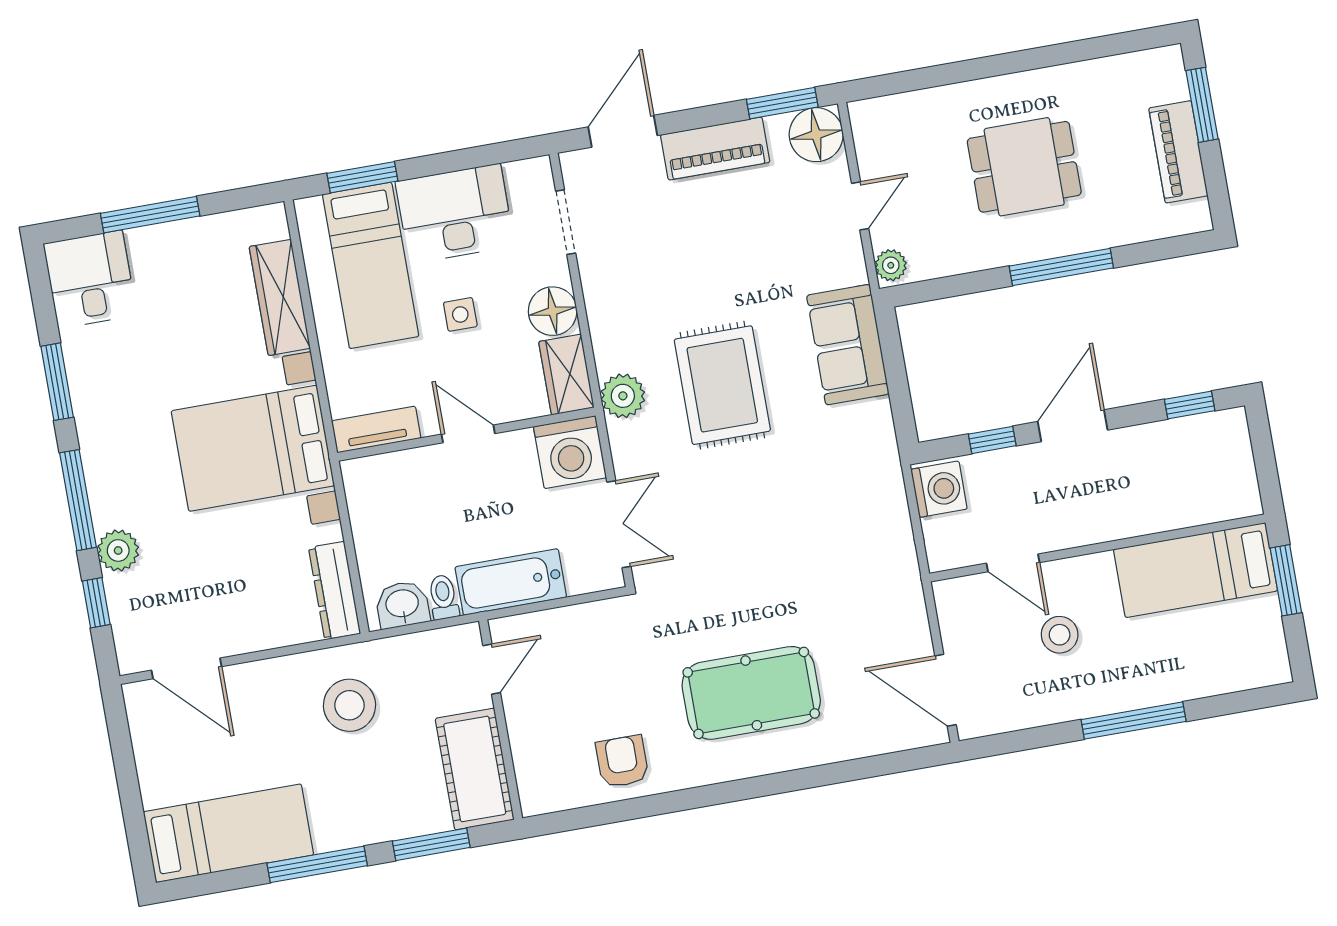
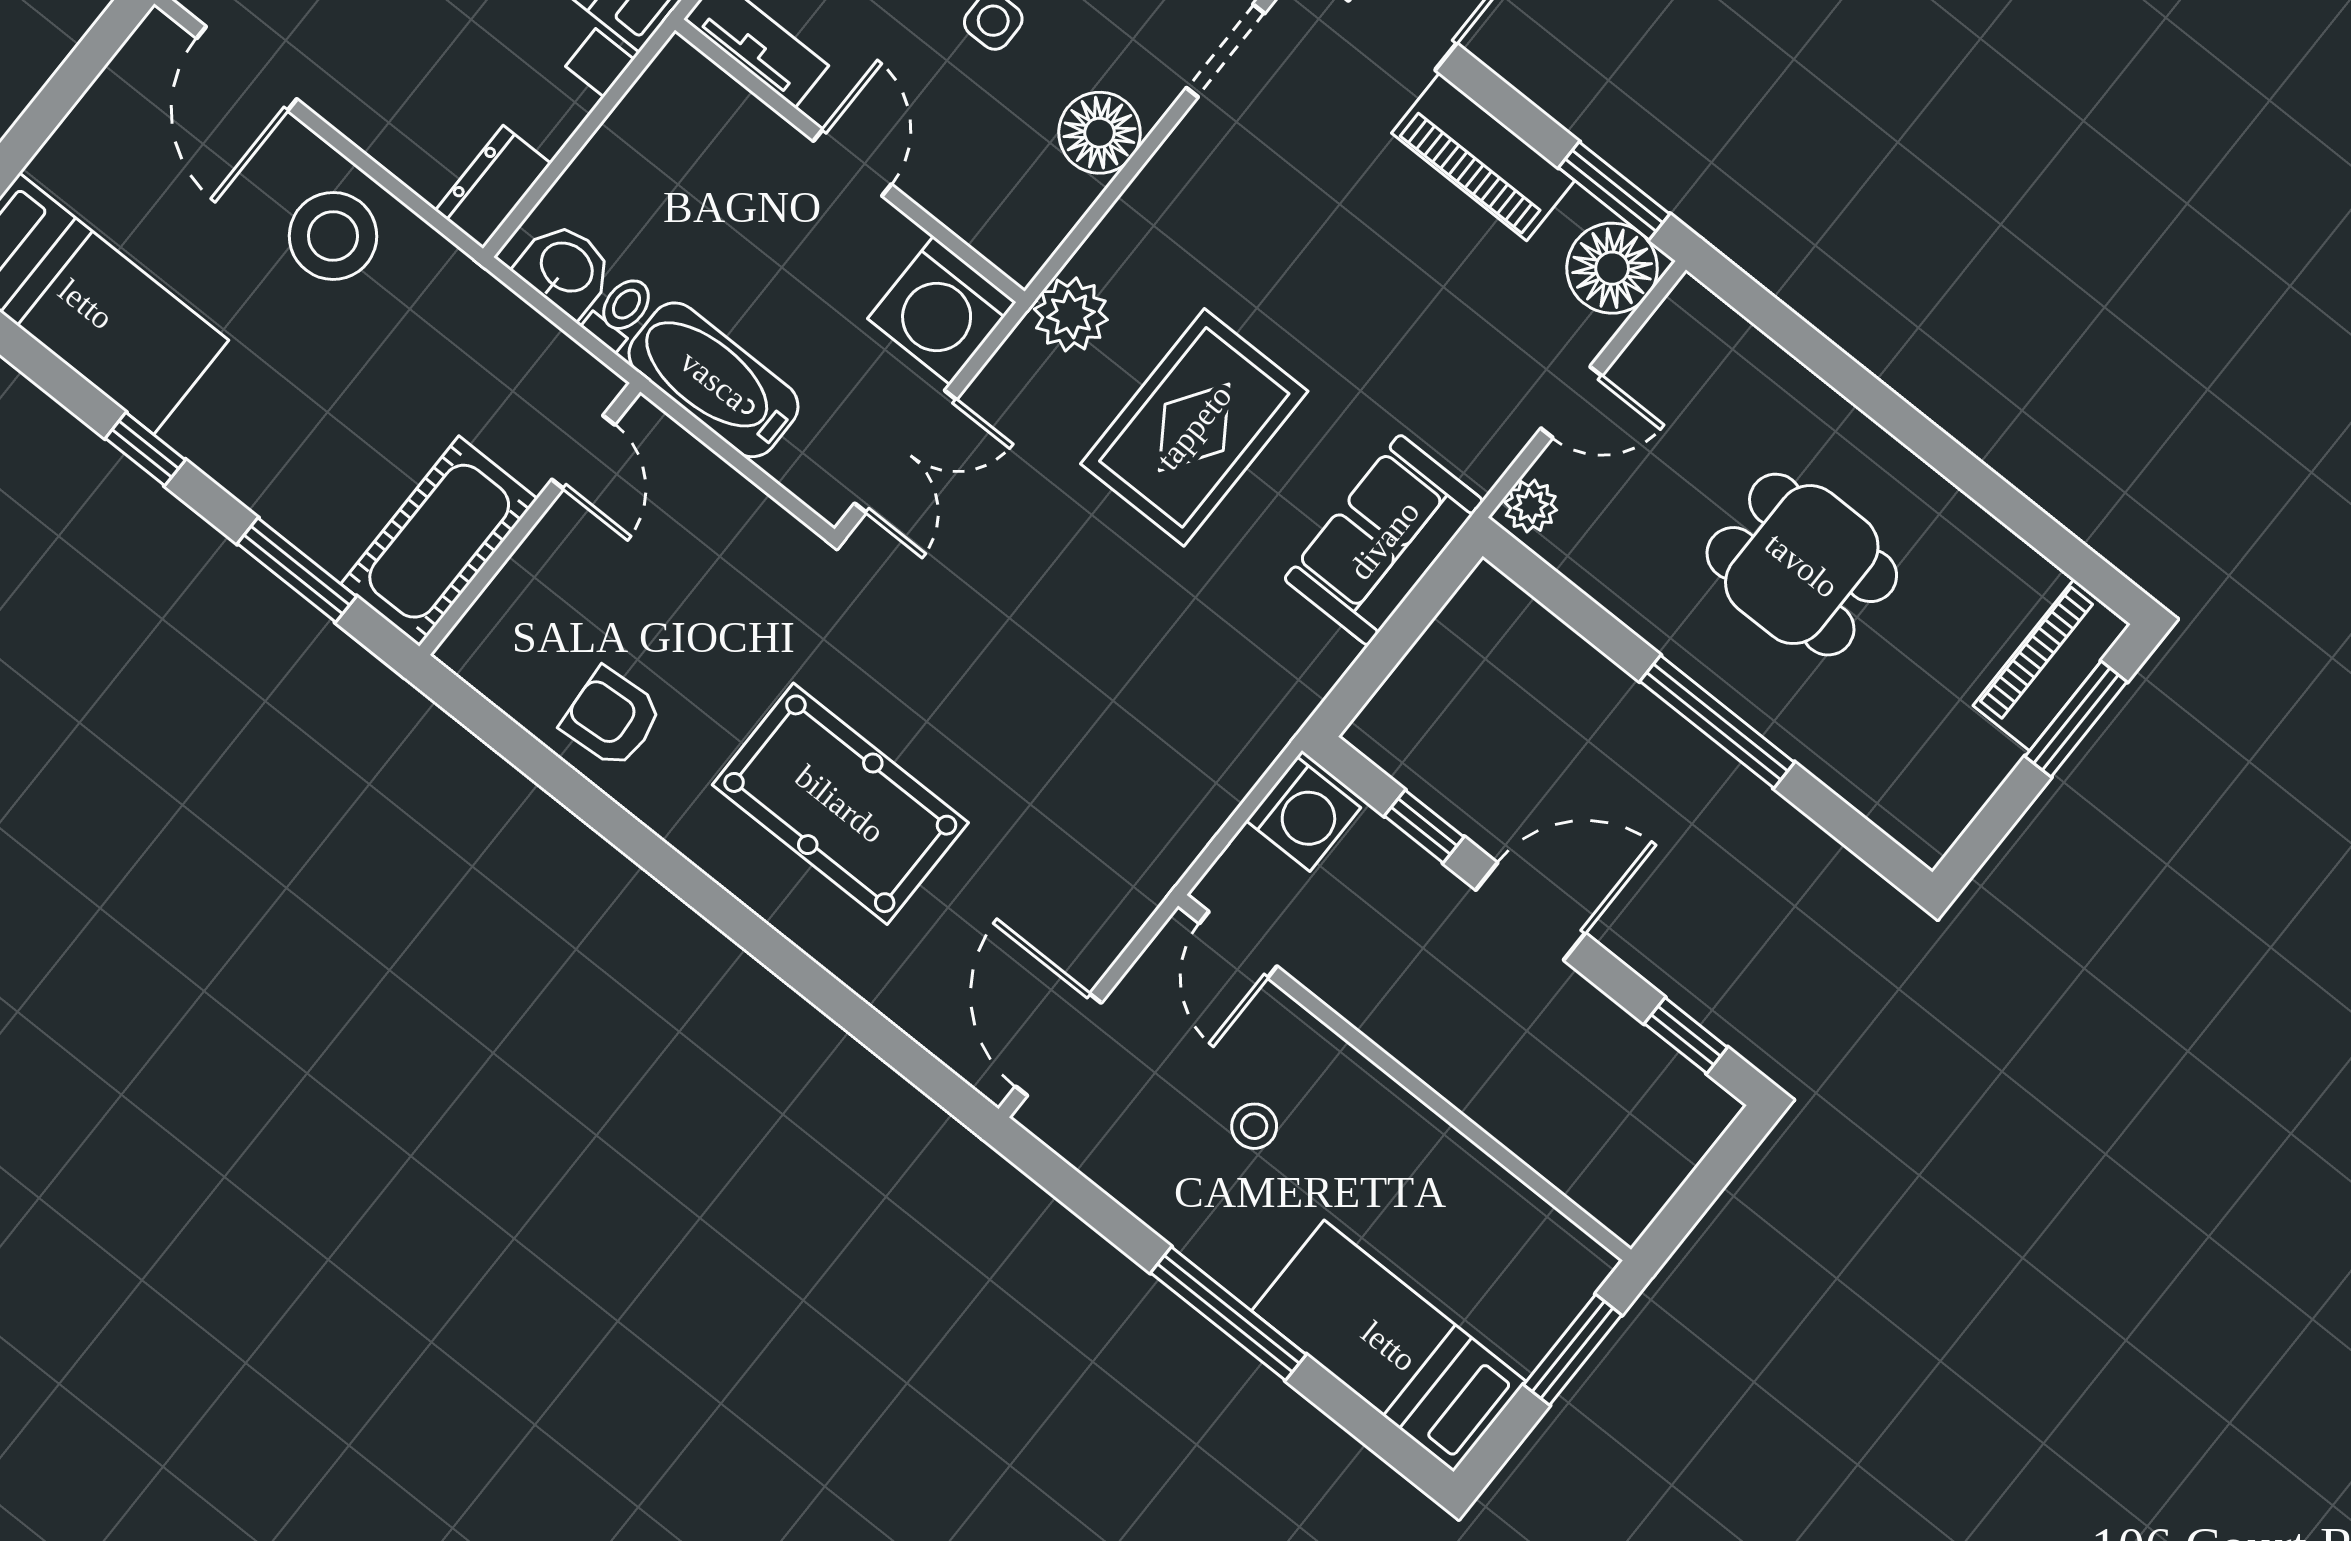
piano: (1178, 152) -> (2052, 665), moved
wardrobe: (566, 375) -> (1035, 220), removed
door: (1013, 563) -> (1238, 945), moved
bed: (1195, 570) -> (1389, 1346), moved
dresser: (335, 591) -> (493, 187), width x0.70
stool: (1060, 635) -> (1254, 1126), width x0.73, depth x0.73
door: (492, 669) -> (583, 452), hinge flipped
stool: (349, 705) -> (333, 236), moved
armchair: (622, 761) -> (612, 718), turned -94
window: (317, 864) -> (145, 449), width x0.46

